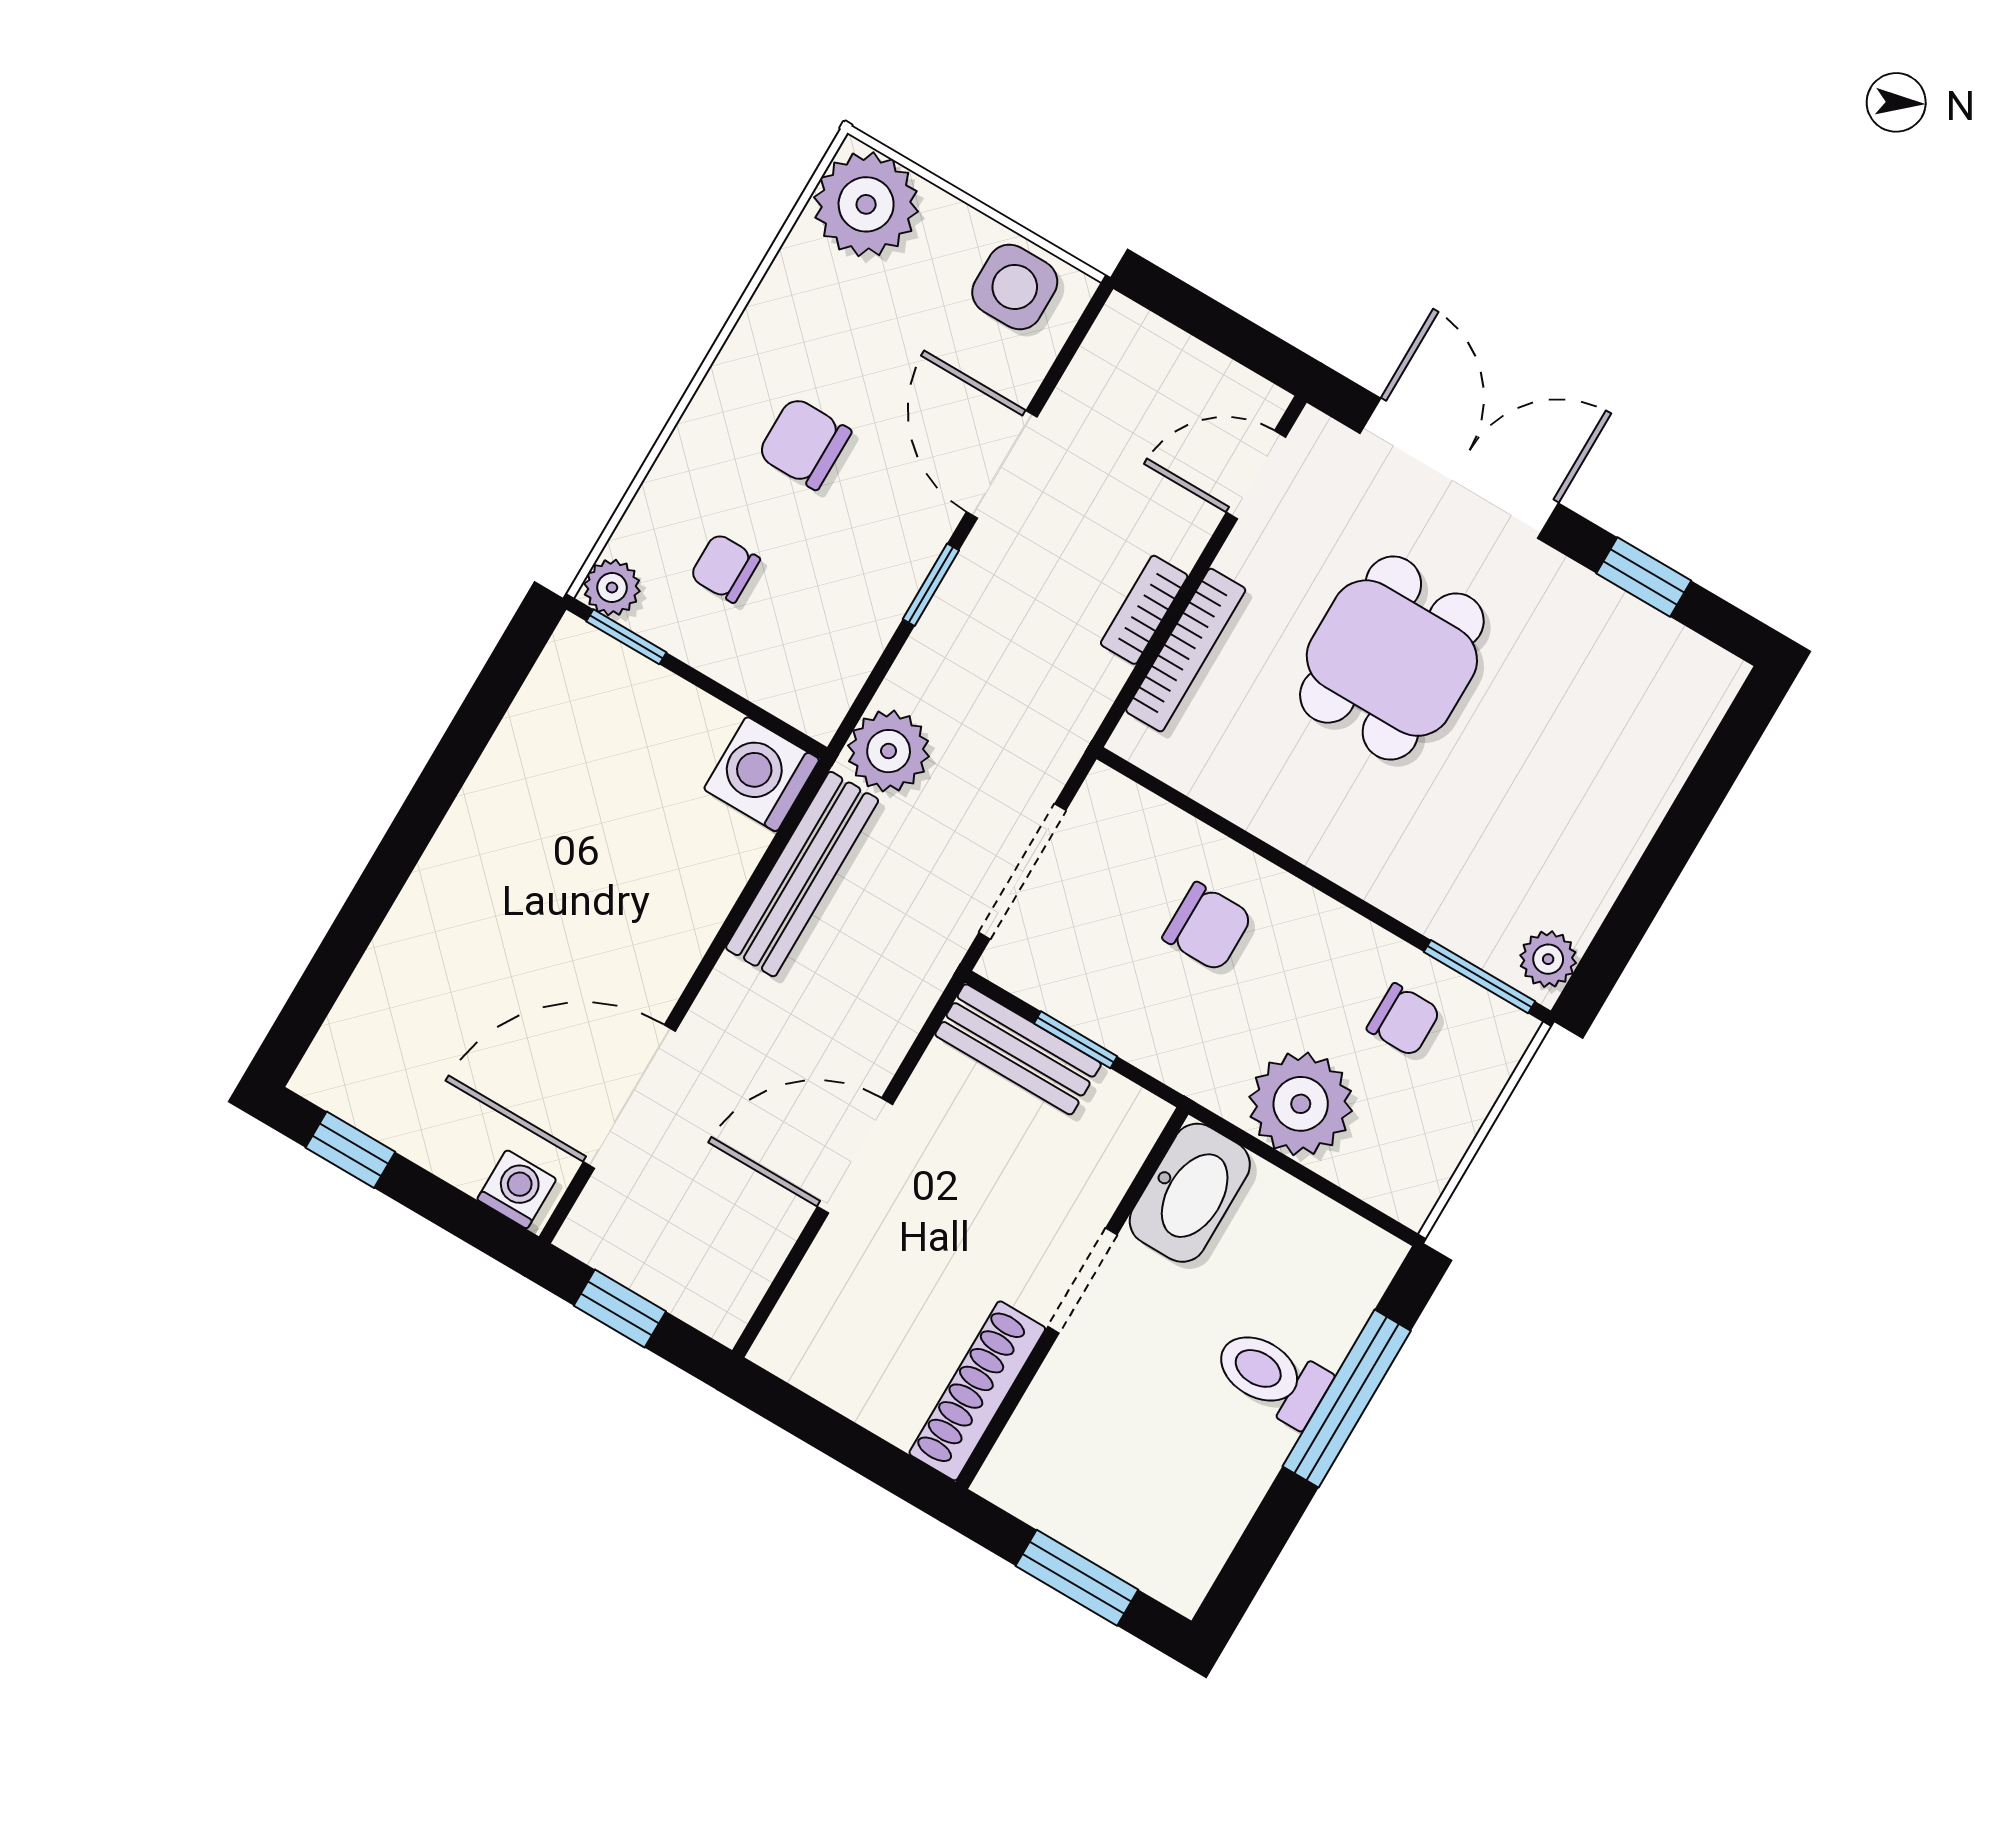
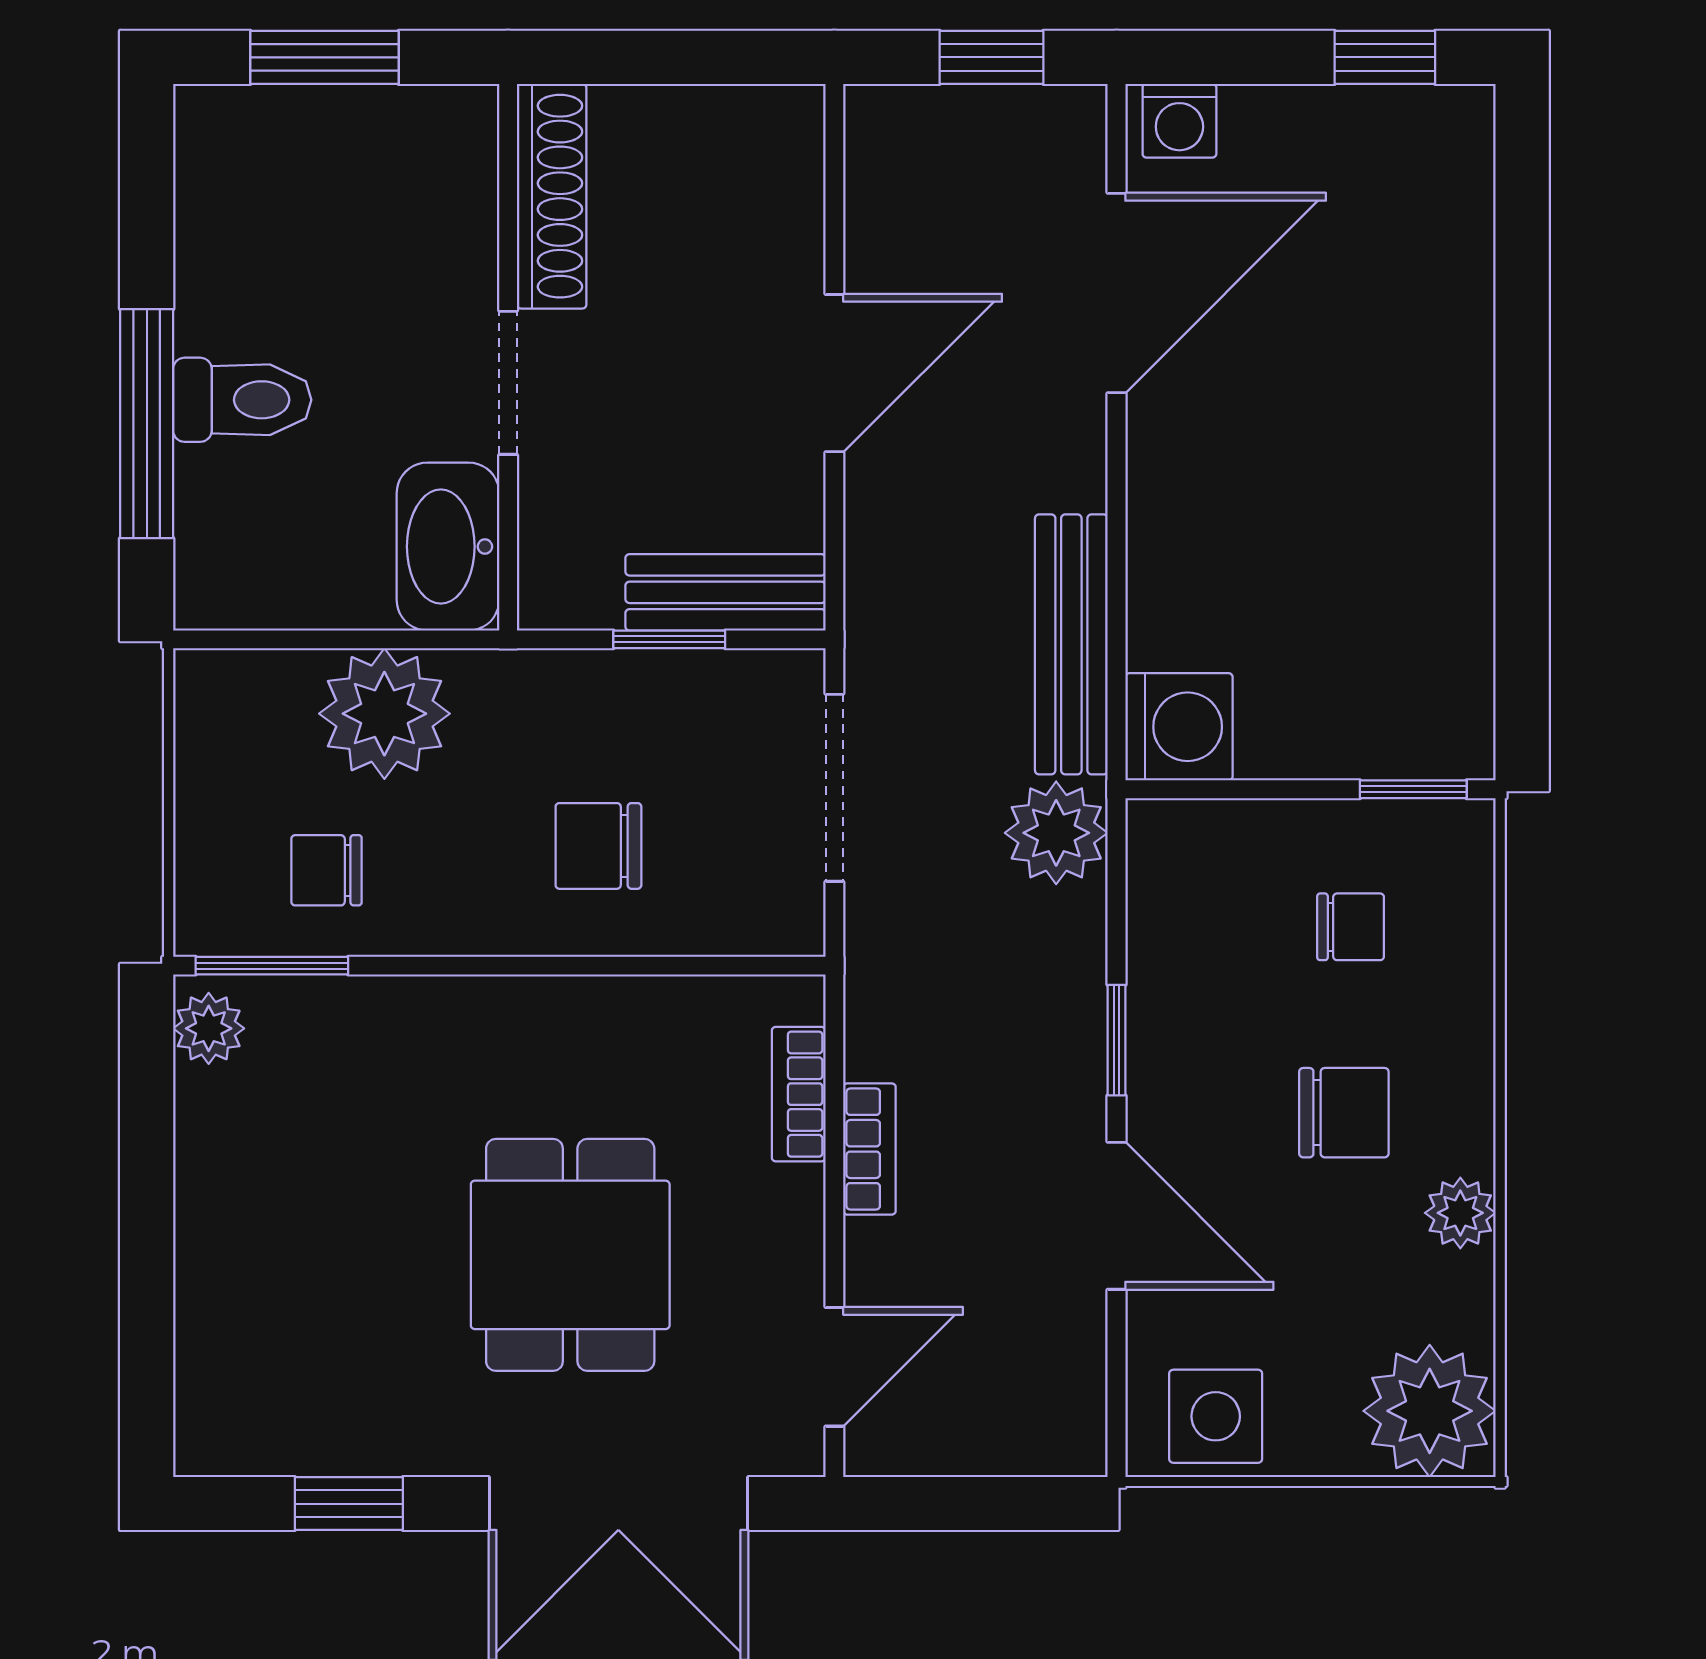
plant: (612, 588) -> (1460, 1213), moved
bookcase: (1186, 650) -> (799, 1094), width x0.64

